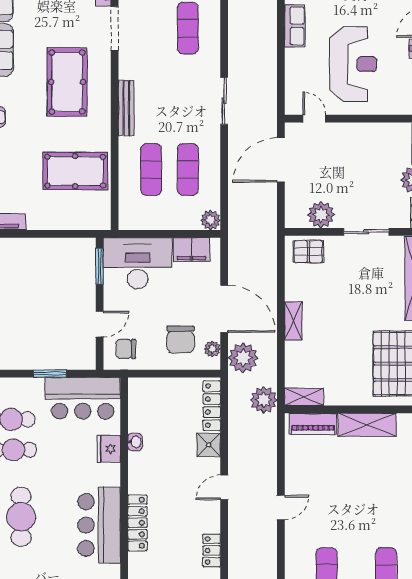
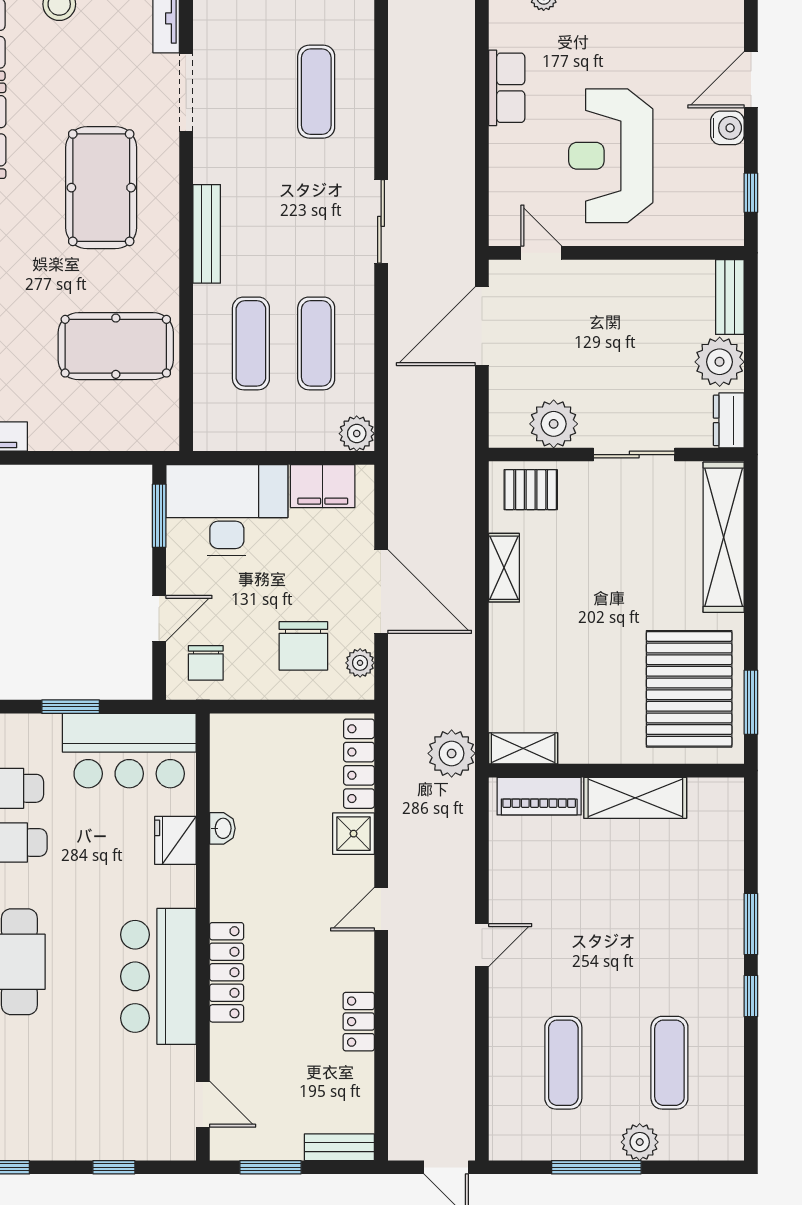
reception desk: (353, 64) -> (611, 156), turned 180
shelving: (293, 321) -> (504, 568), moved
chair: (126, 349) -> (206, 663), turned -90
plant: (243, 358) -> (415, 679), removed

